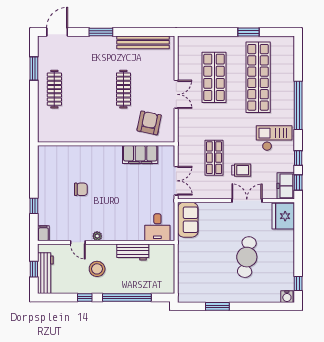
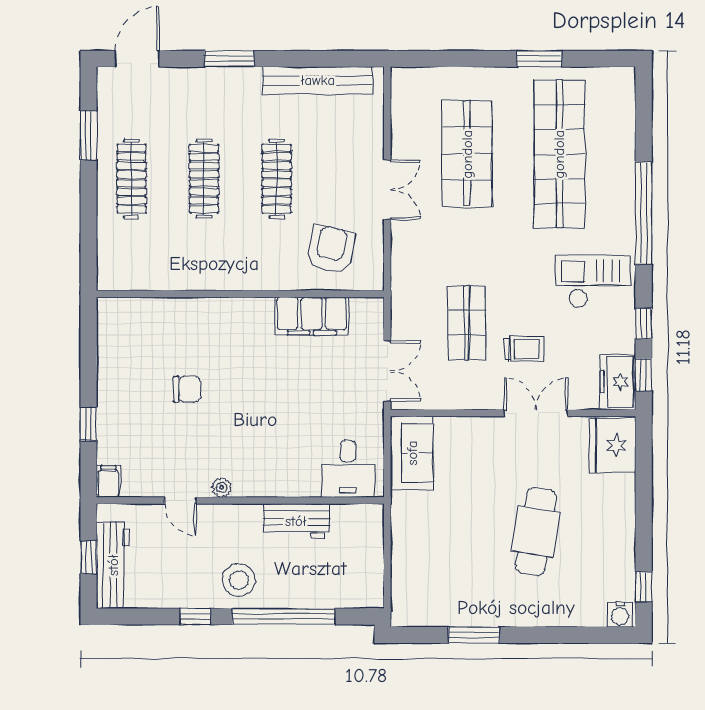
clothes rail: (89, 89) -> (204, 179), added
stool: (97, 269) -> (239, 580), moved

